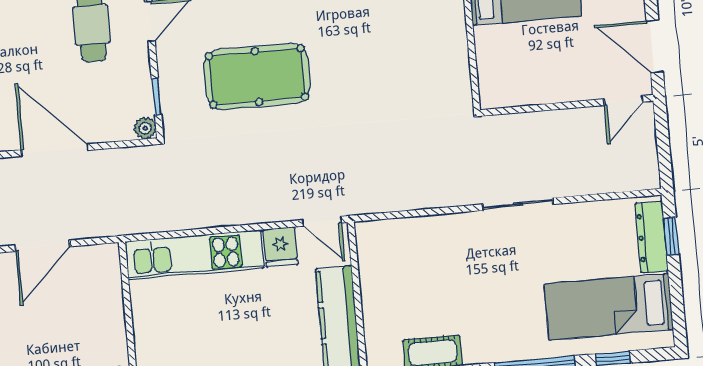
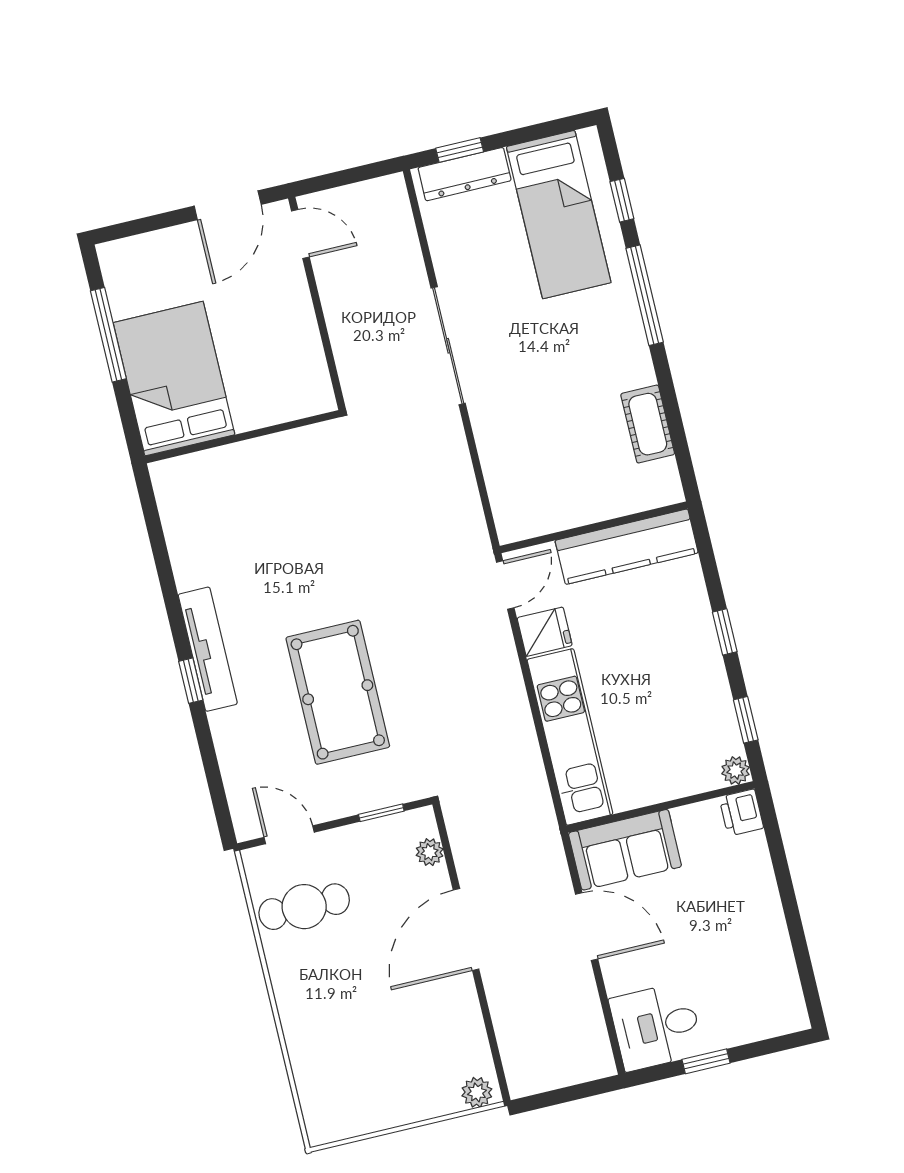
plant: (145, 128) -> (430, 852), moved
sliding door: (518, 204) -> (448, 346), width x1.37
sofa: (99, 285) -> (625, 850), added

